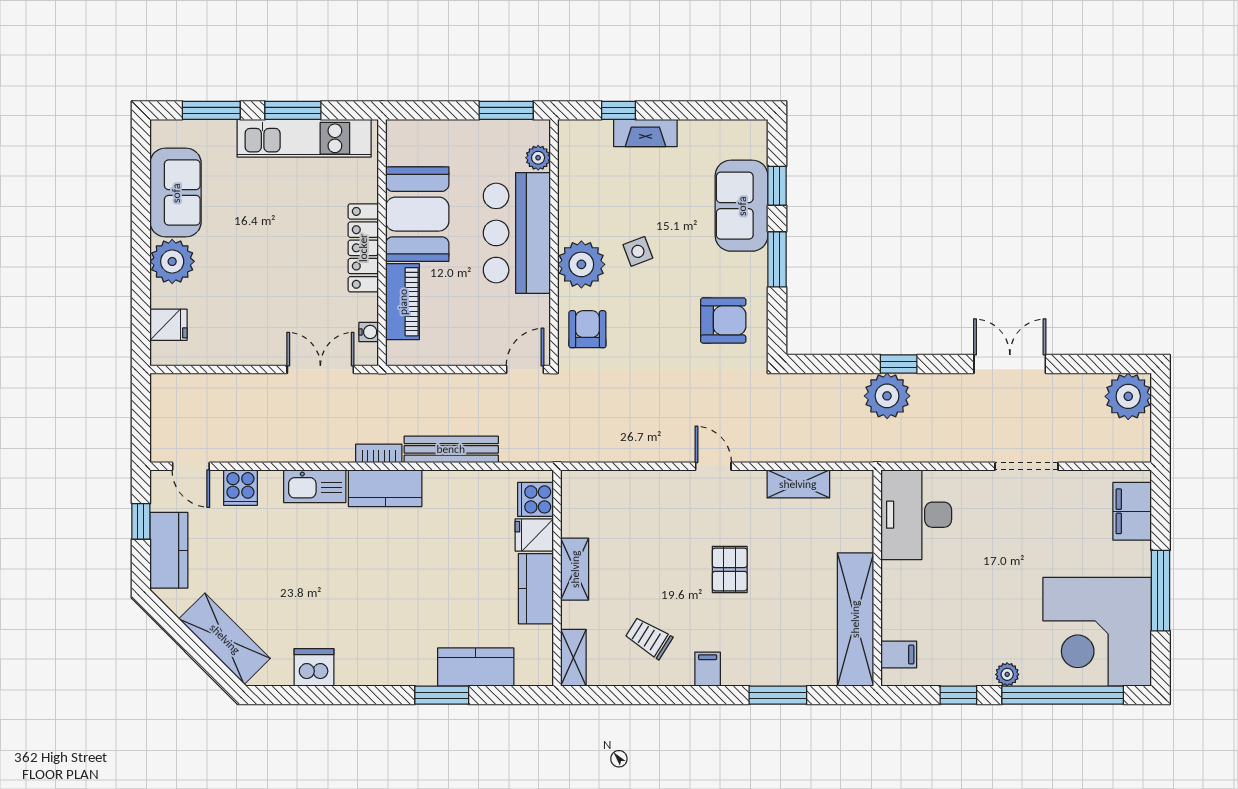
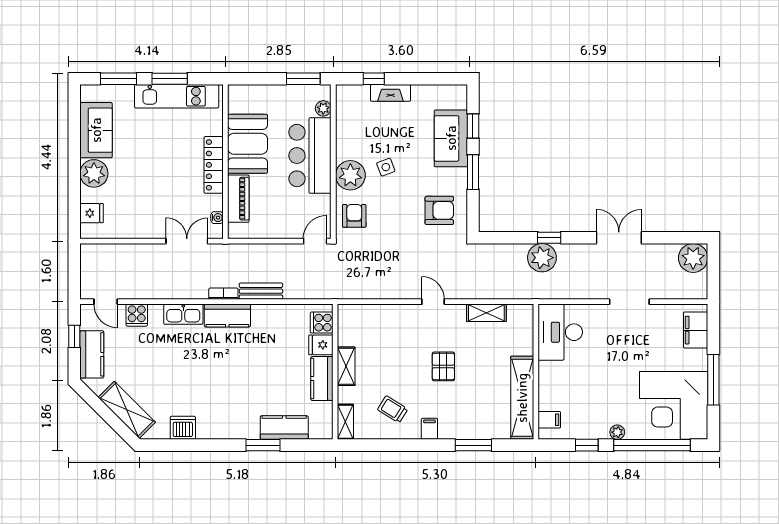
bench: (451, 449) -> (261, 291), width x0.73

